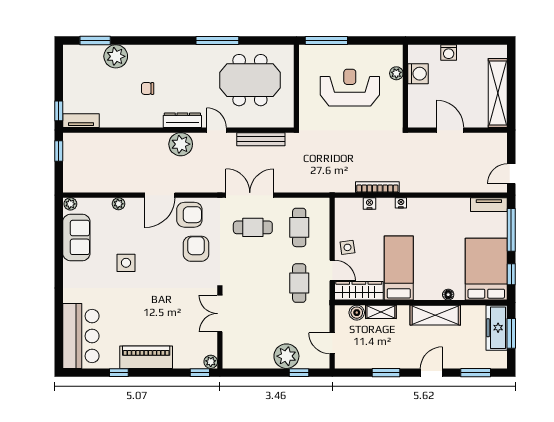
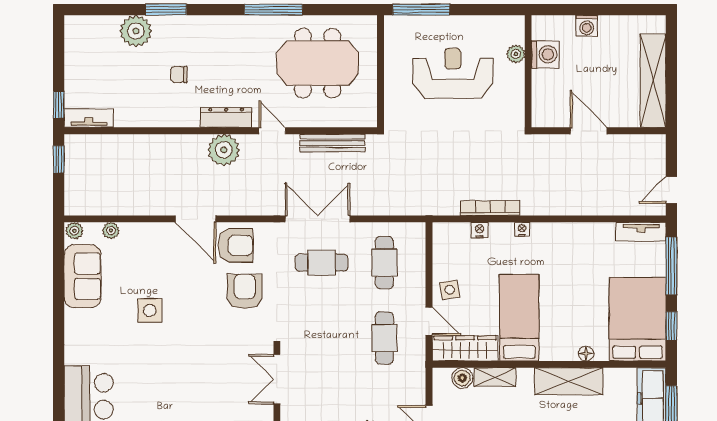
window: (95, 41) -> (166, 10), moved
door: (160, 195) -> (196, 219), hinge flipped
plant: (119, 204) -> (111, 231), moved

